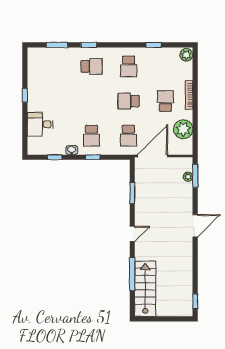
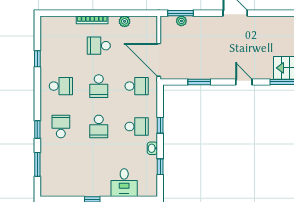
plant: (186, 55) -> (48, 23), removed
school desk: (92, 101) -> (99, 126), added
plant: (183, 129) -> (125, 21), width x0.53, depth x0.53

